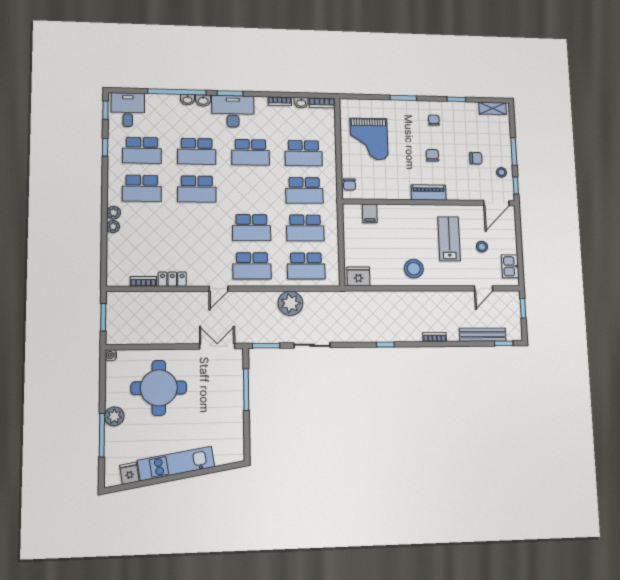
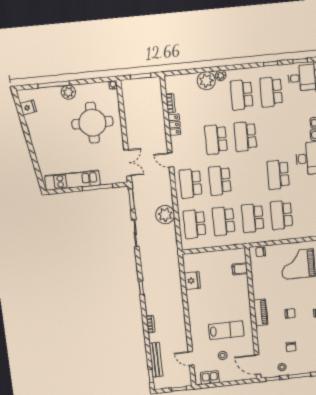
school desk: (197, 151) -> (216, 139), moved
plant: (113, 227) -> (206, 81), width x1.88, depth x1.88
stool: (414, 269) -> (201, 305), removed
fridge: (358, 276) -> (192, 281), moved
kitchen unit: (176, 464) -> (73, 180), moved, turned -81

